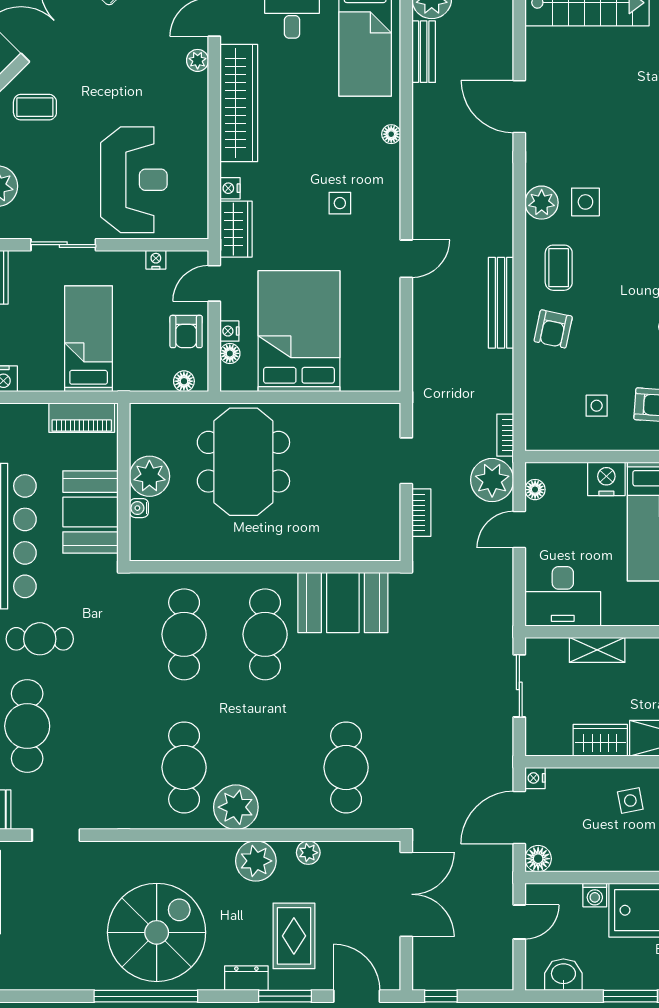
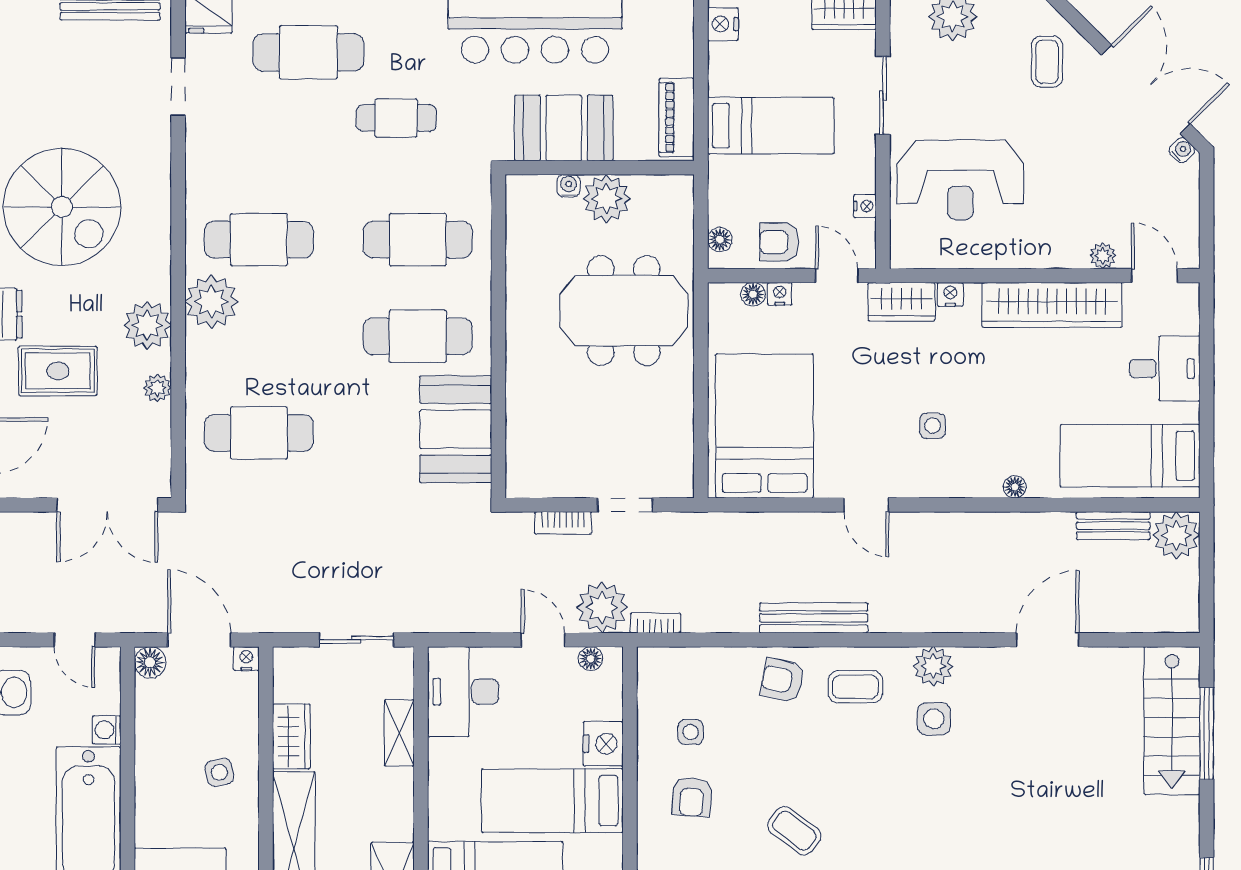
bed: (299, 331) -> (764, 426), moved, turned -90
cafe table: (40, 639) -> (396, 118), moved, turned 90

